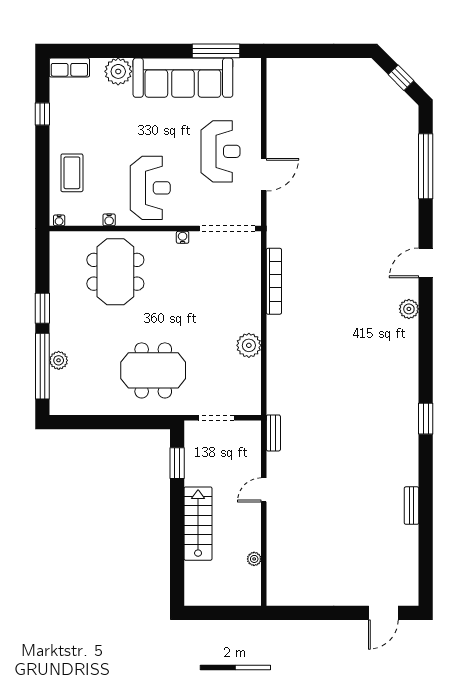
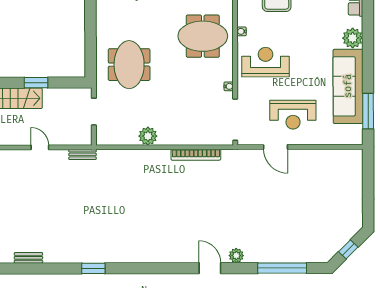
reception desk: (150, 188) -> (266, 62), turned 180
plant: (409, 309) -> (236, 256), moved
window: (177, 463) -> (36, 83), moved

